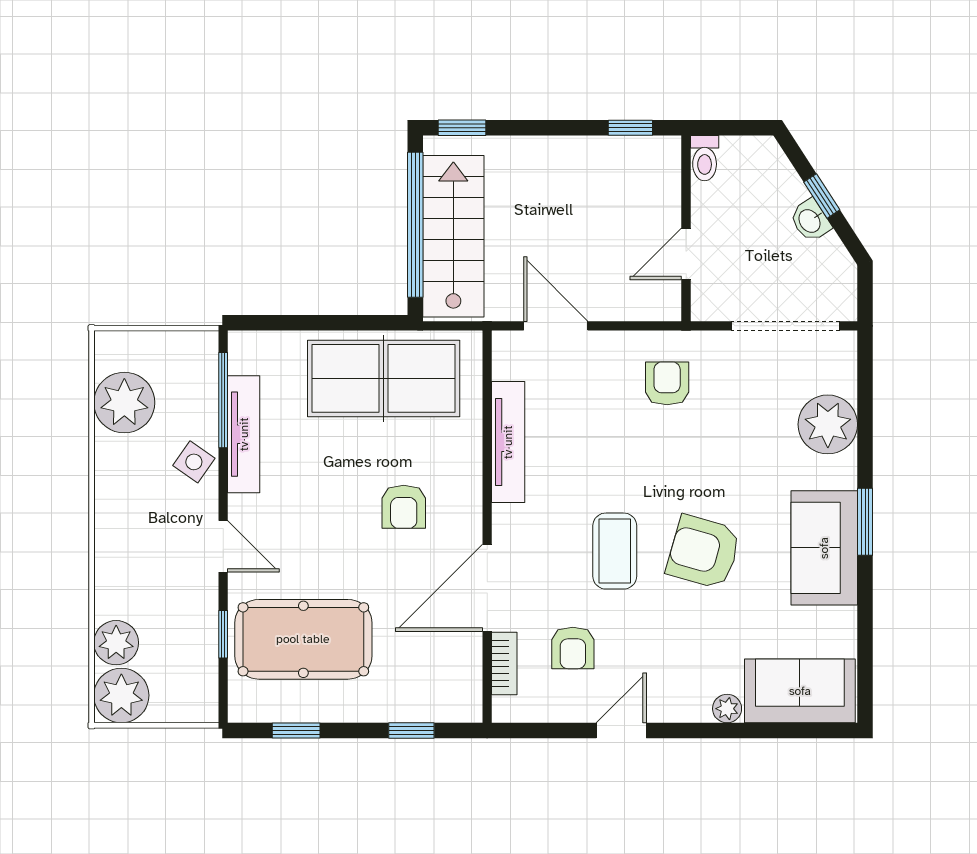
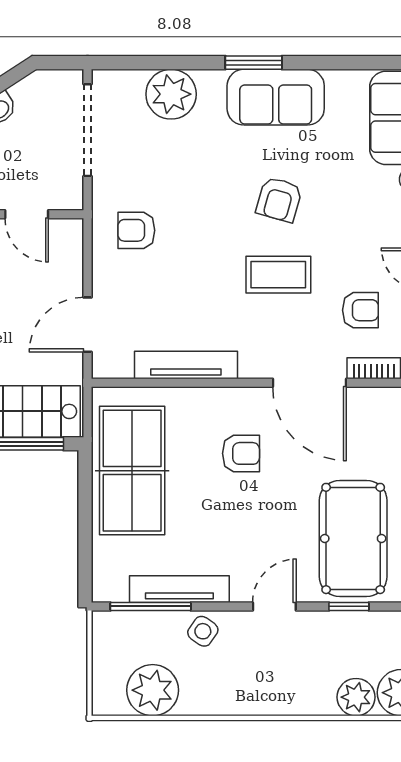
armchair: (704, 552) -> (279, 199), width x0.72, depth x0.72

